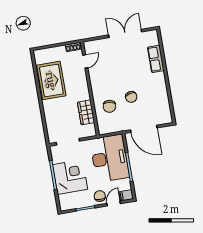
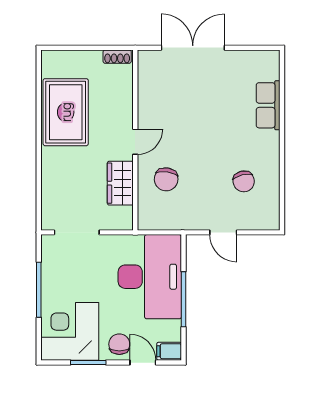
double door: (125, 33) -> (193, 48), moved
door: (85, 61) -> (135, 142), moved
chair: (131, 97) -> (244, 181), moved
door: (144, 129) -> (223, 232), width x0.53
corner desk: (70, 177) -> (70, 331), moved, turned -90
door: (114, 203) -> (143, 363), hinge flipped

